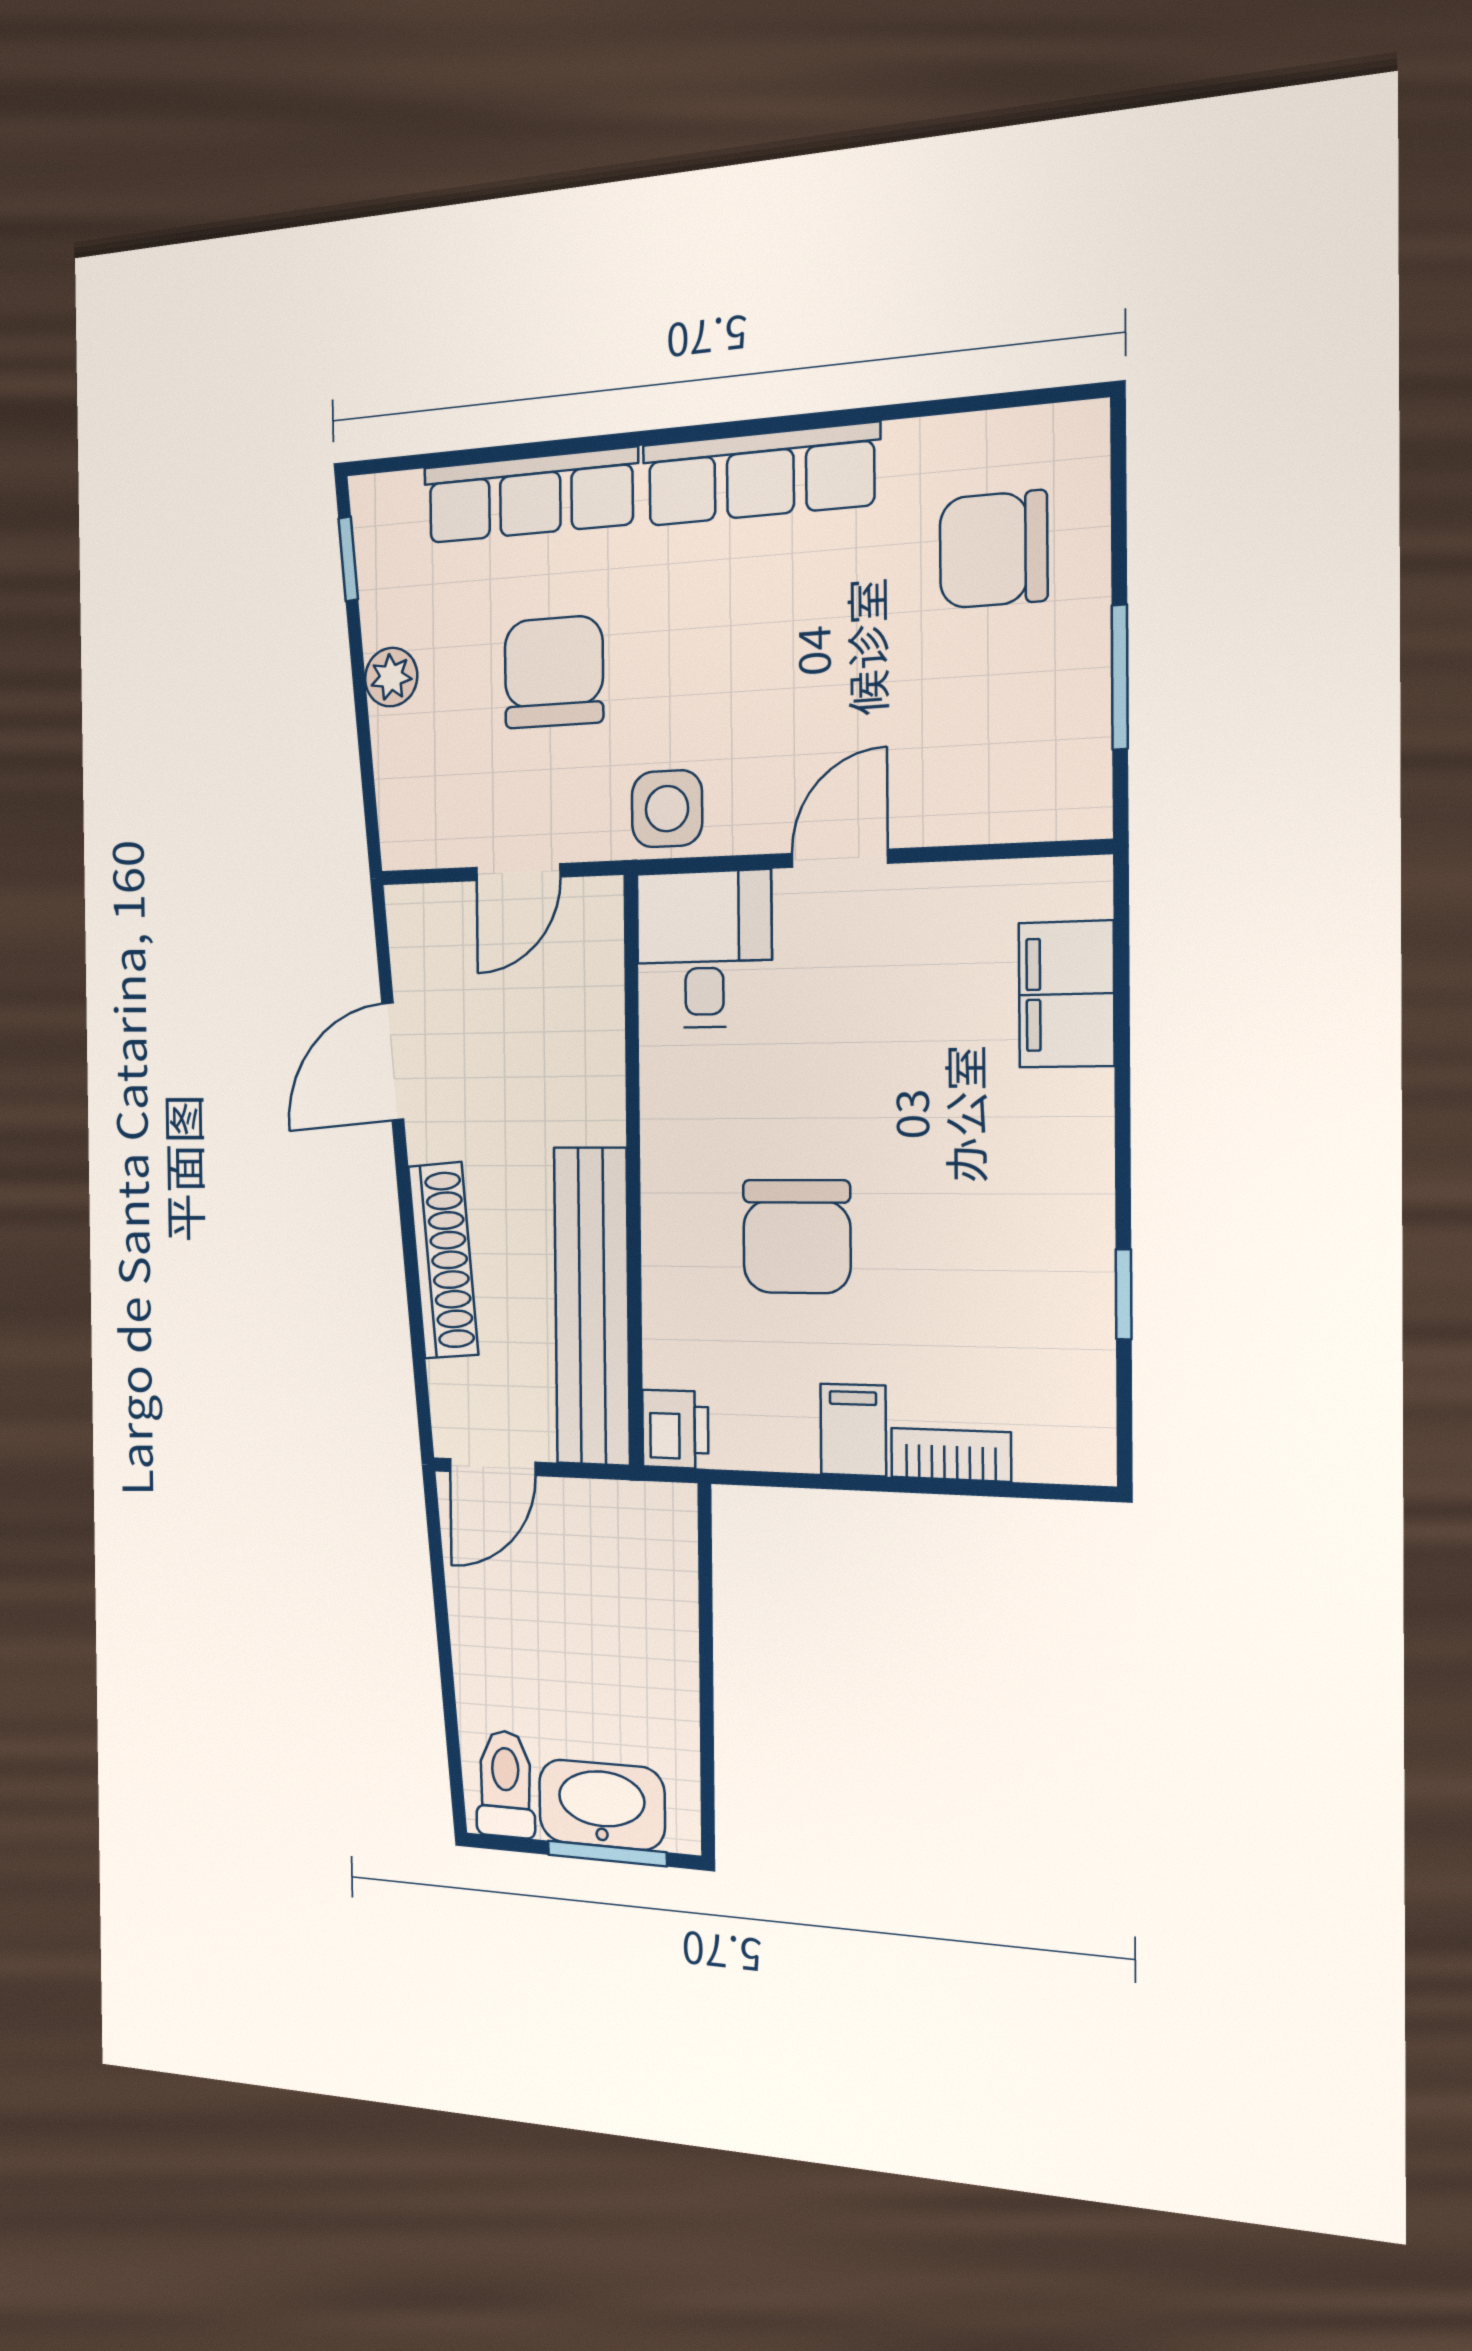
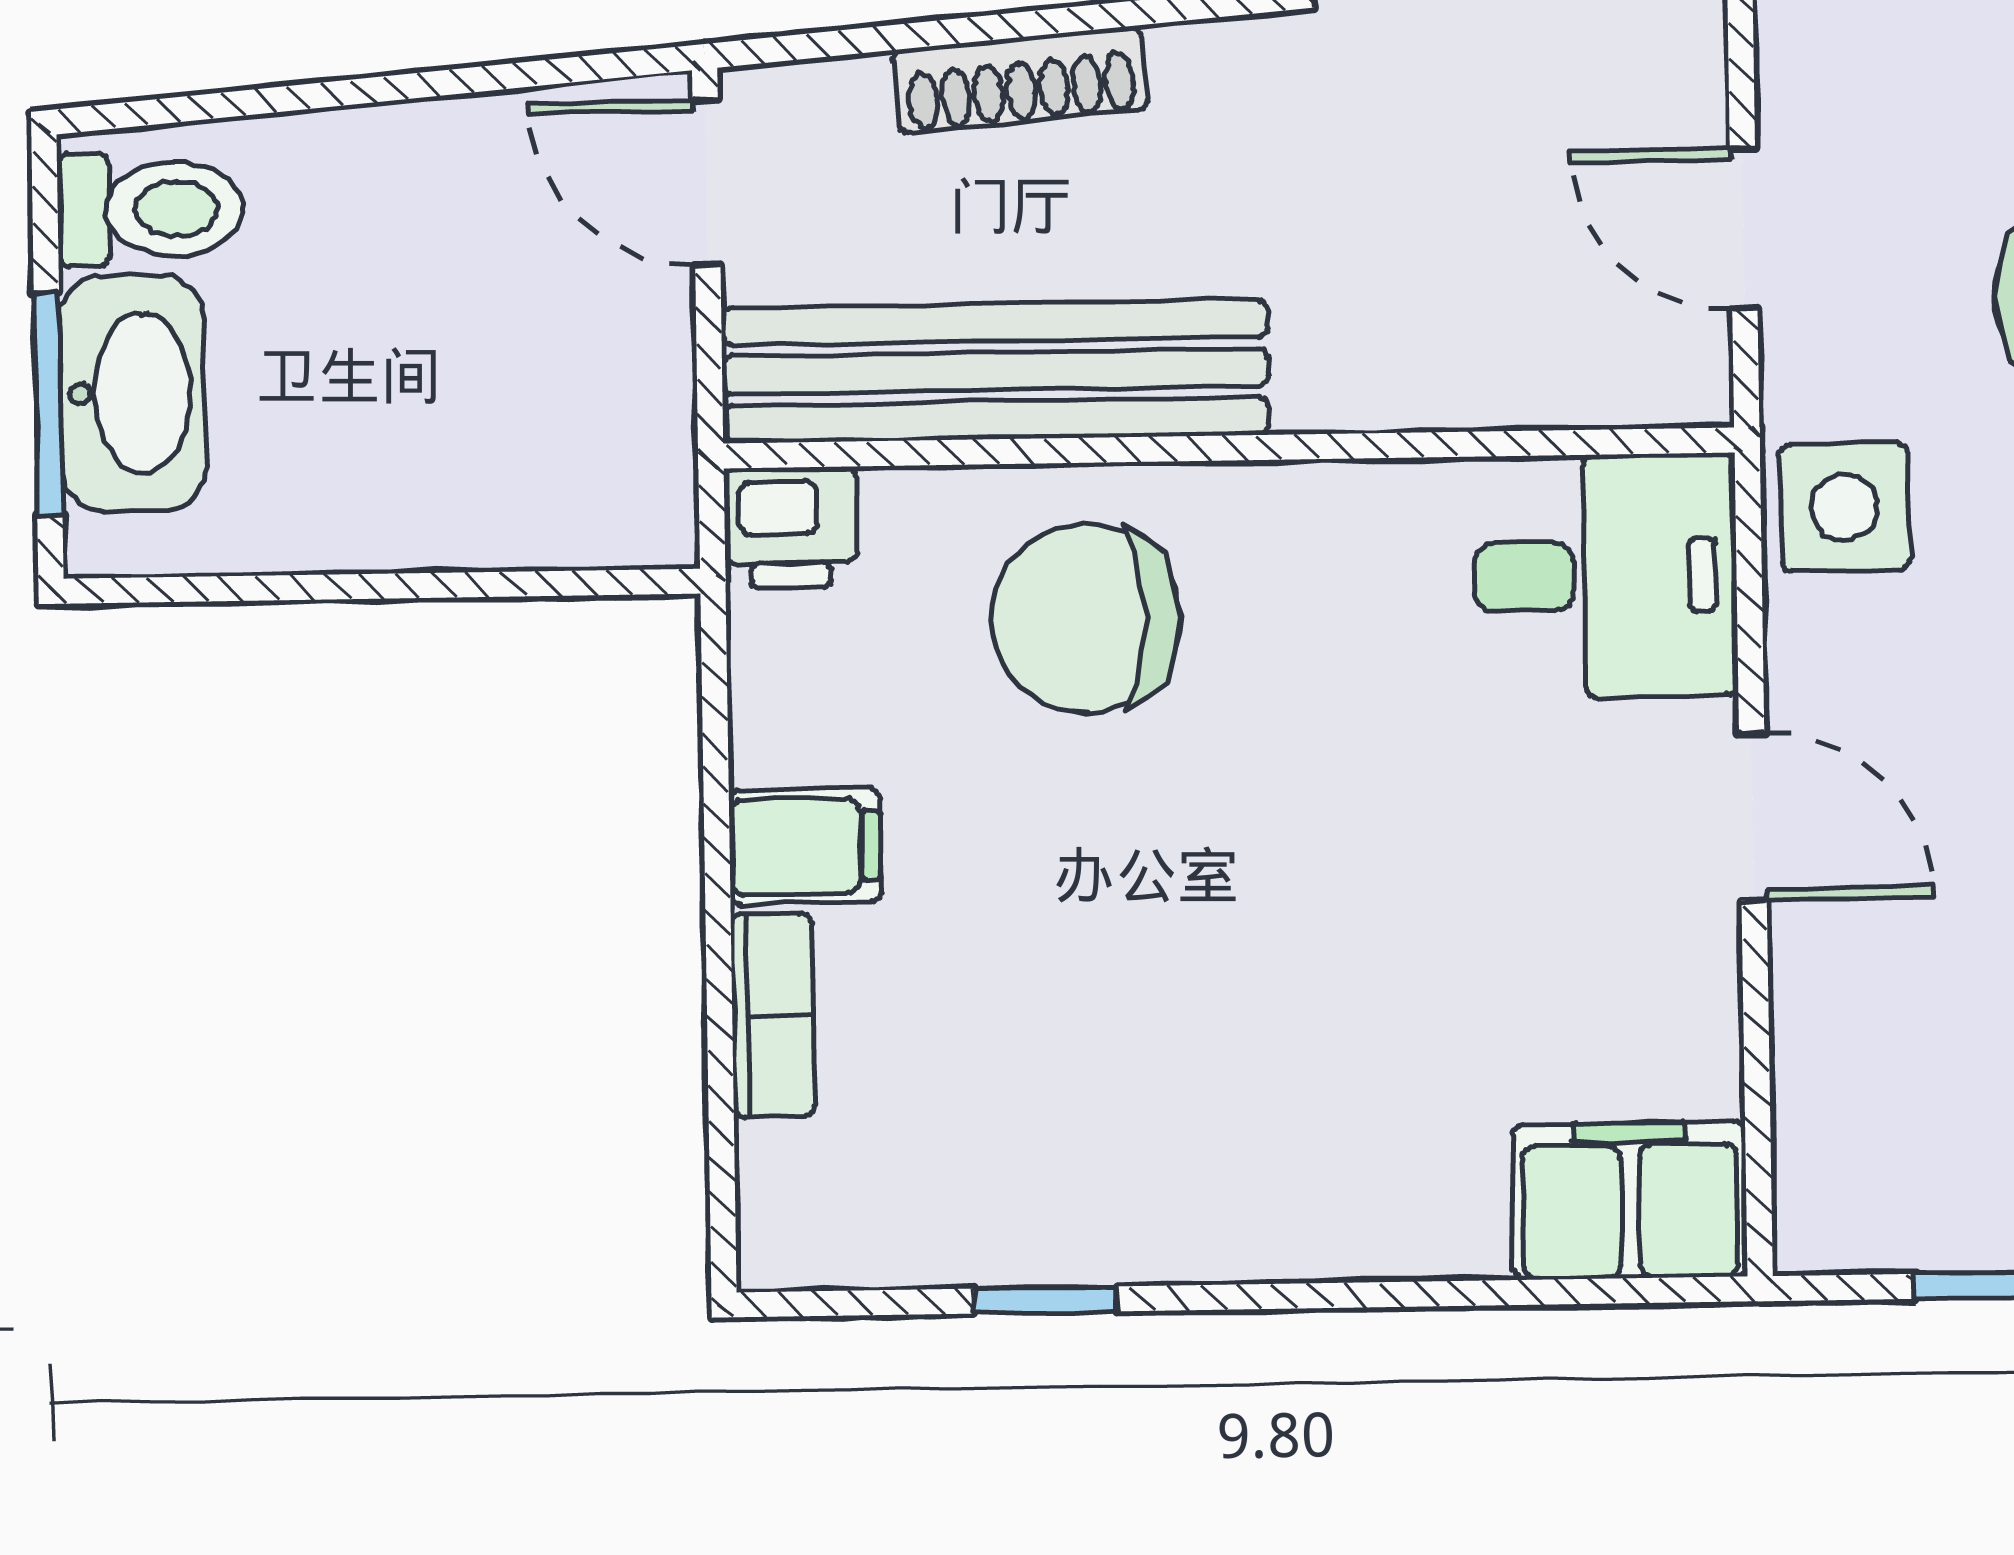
filing cabinet: (1066, 994) -> (1630, 1201), moved
chair: (797, 1237) -> (1086, 618), moved
shoe rack: (443, 1260) -> (1020, 80), width x0.74, depth x0.81

